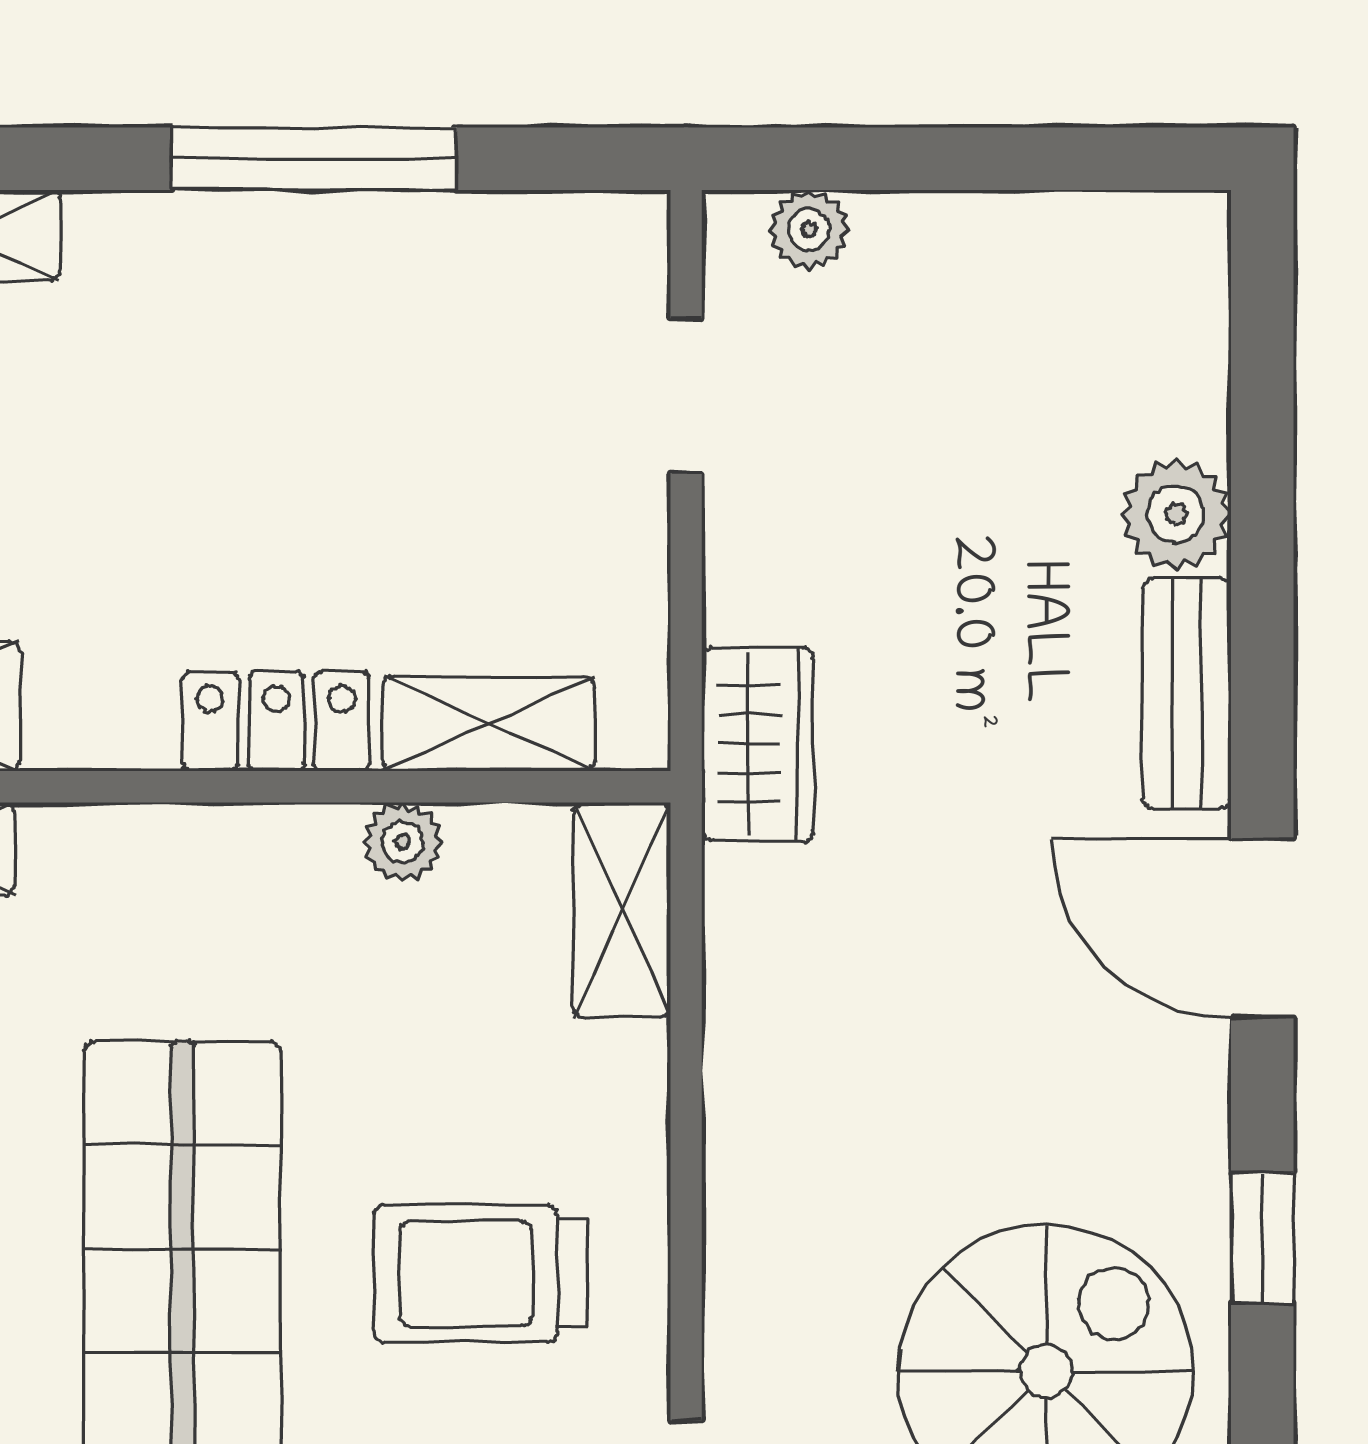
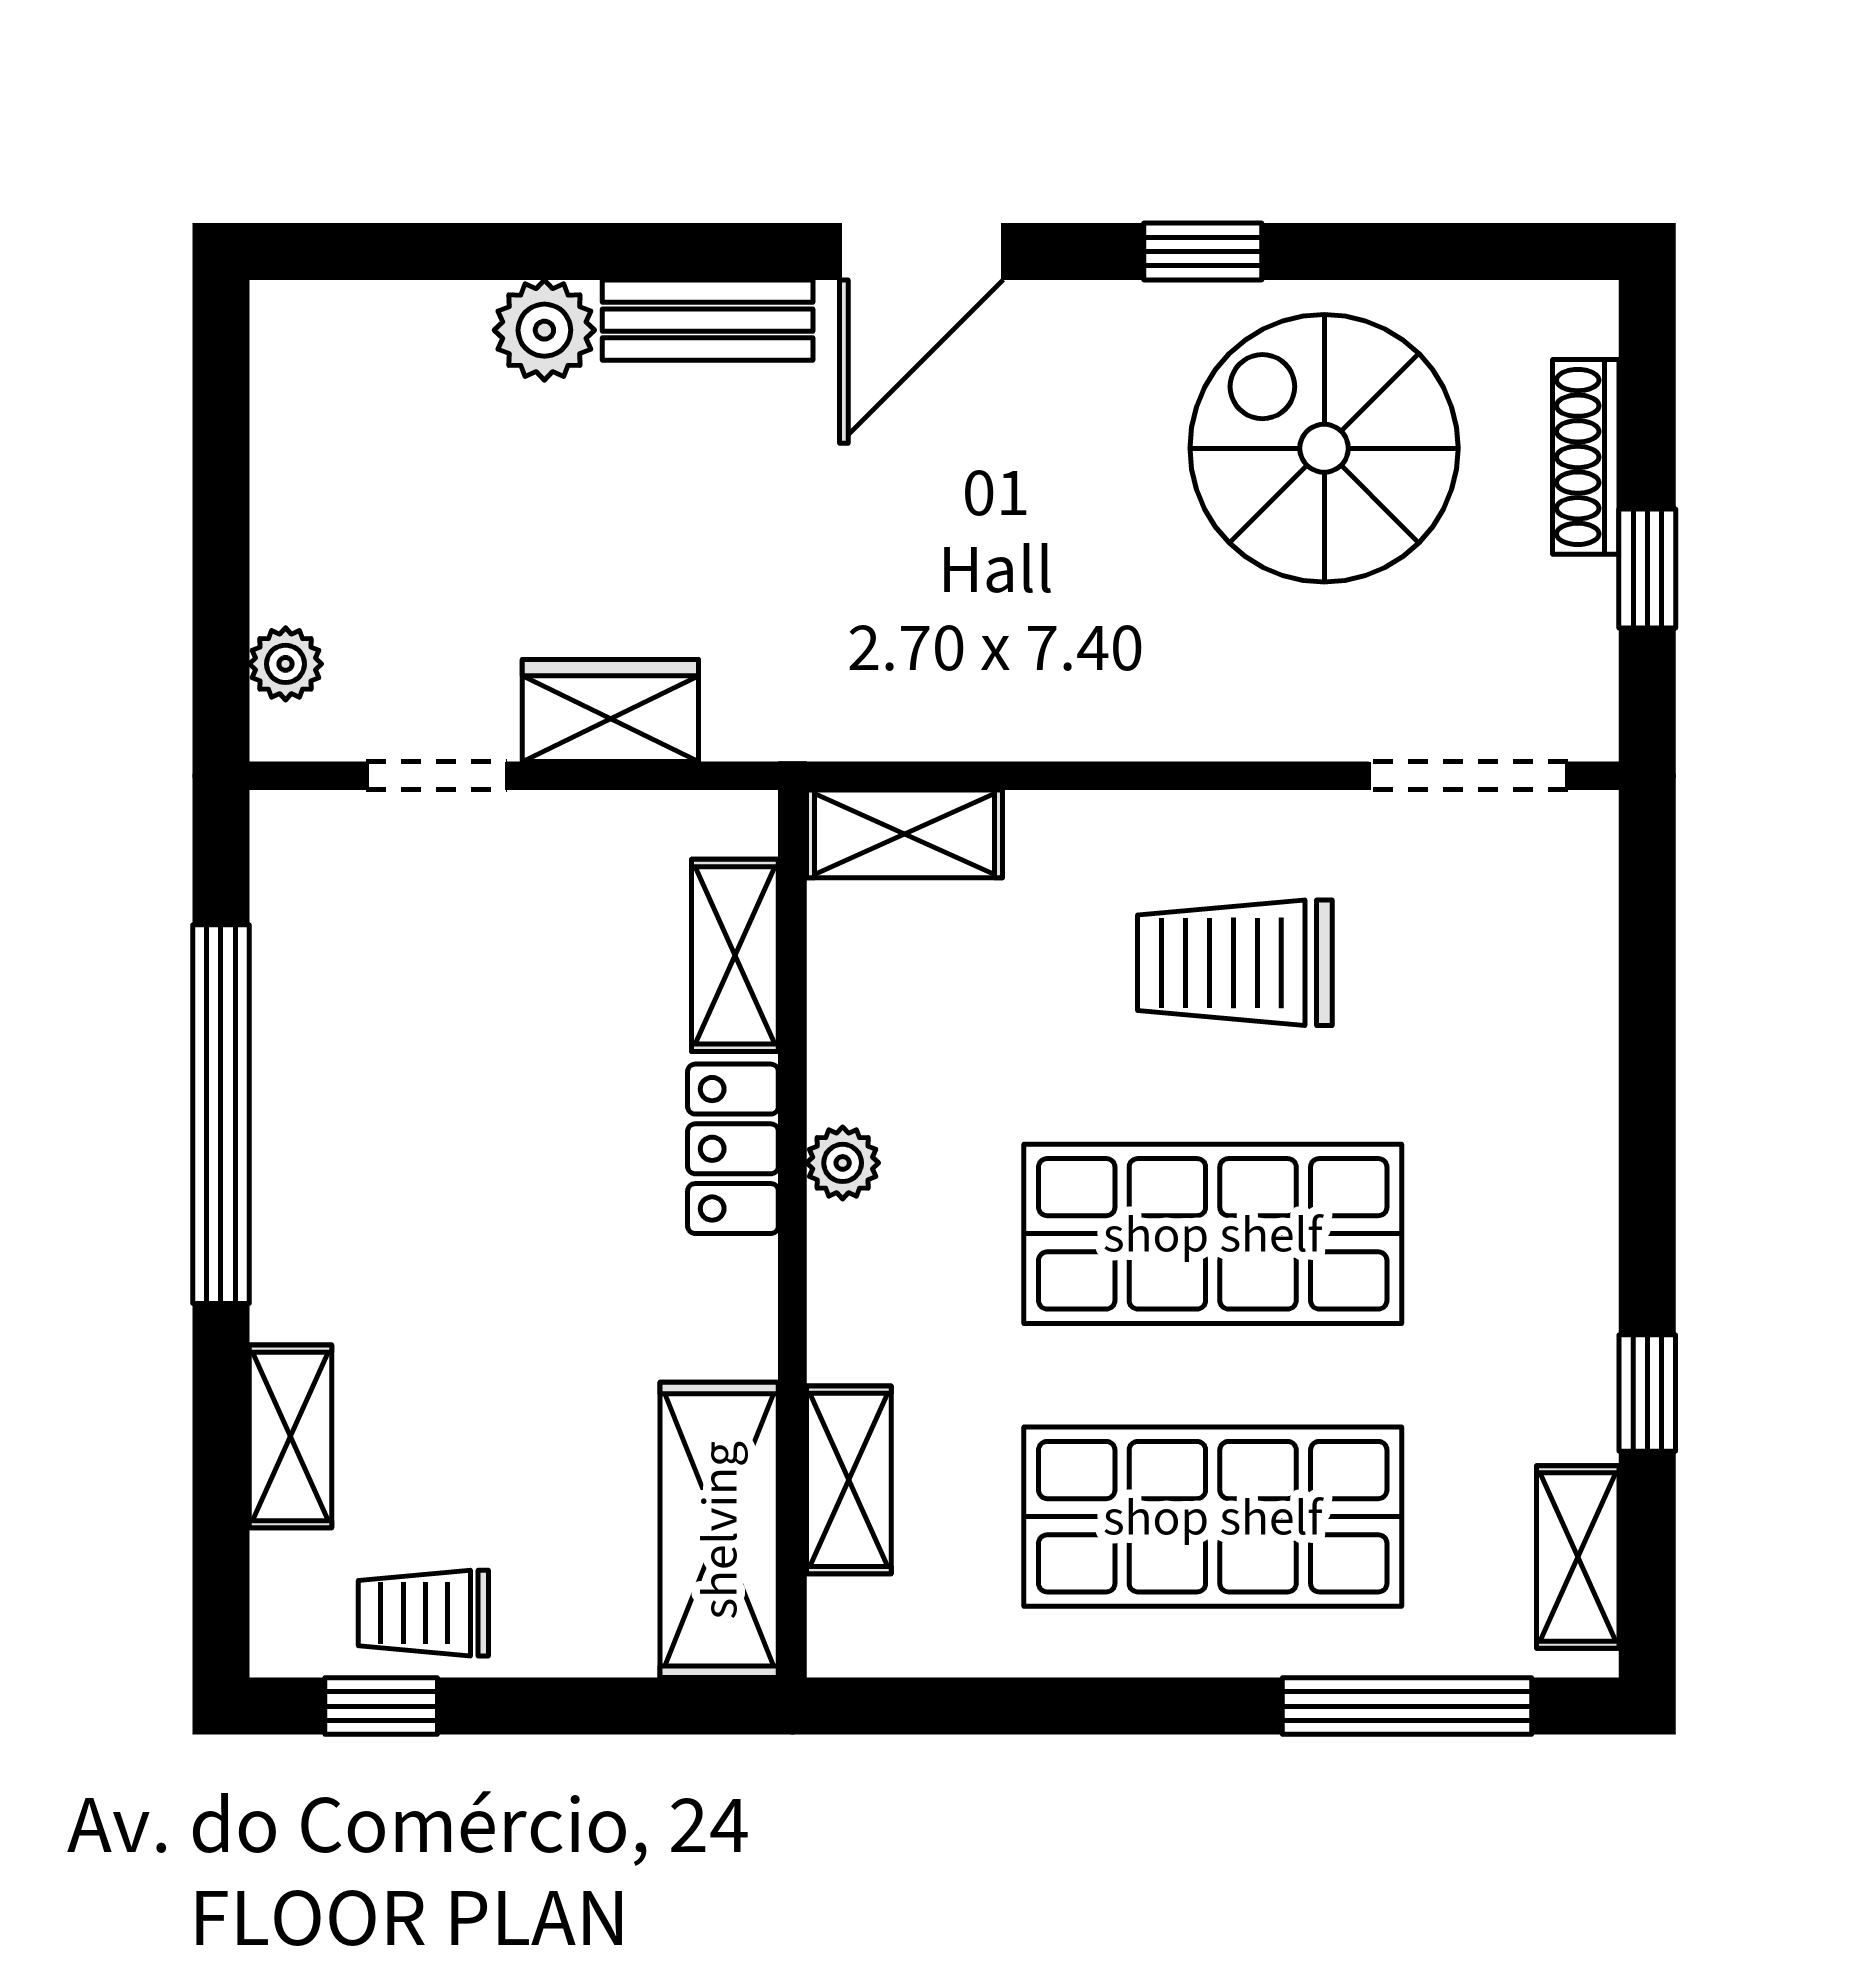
window: (314, 159) -> (221, 1114), width x1.46
wardrobe: (758, 744) -> (610, 711), moved
plant: (403, 842) -> (843, 1163), moved
trolley: (480, 1273) -> (1235, 963), turned 90

